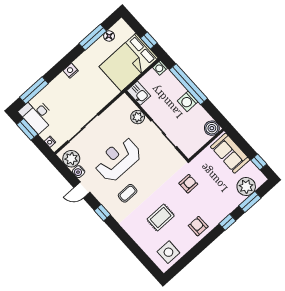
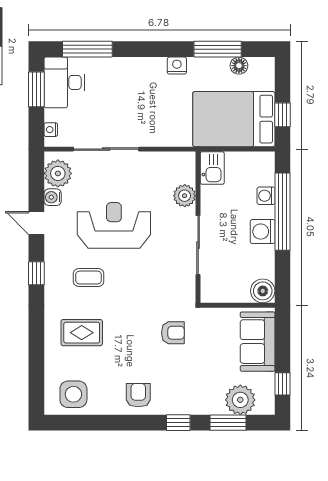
washing machine: (160, 68) -> (266, 196), moved
nightstand: (71, 71) -> (177, 66), moved
rug: (161, 217) -> (82, 333), moved

